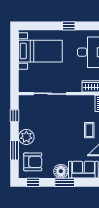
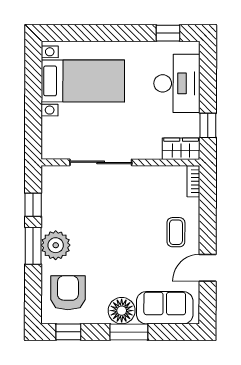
window: (69, 26) -> (168, 33), moved
window: (14, 150) -> (33, 246), moved
armchair: (33, 162) -> (68, 293), turned -90

